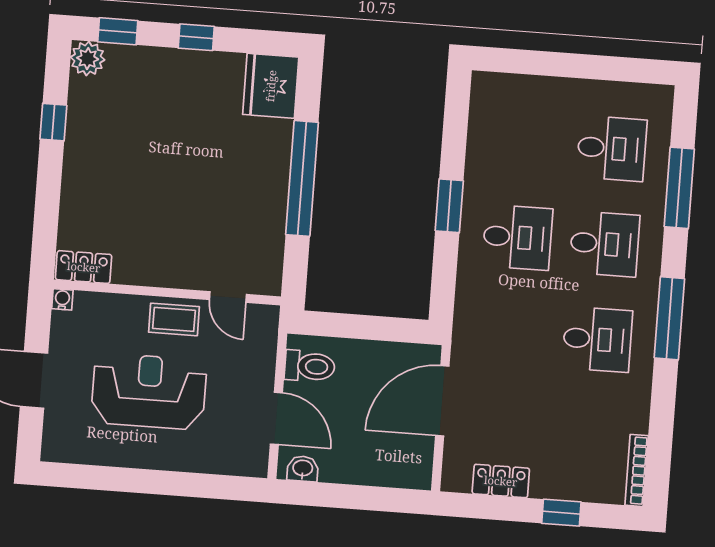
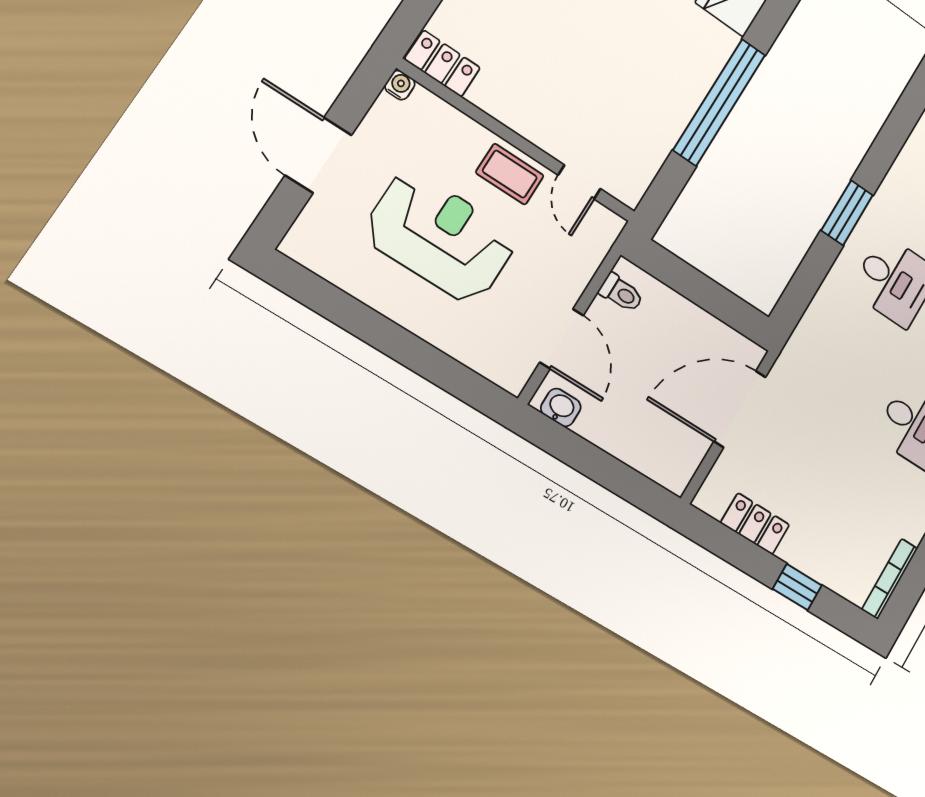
toilet: (310, 366) -> (621, 293), width x0.73, depth x0.72

